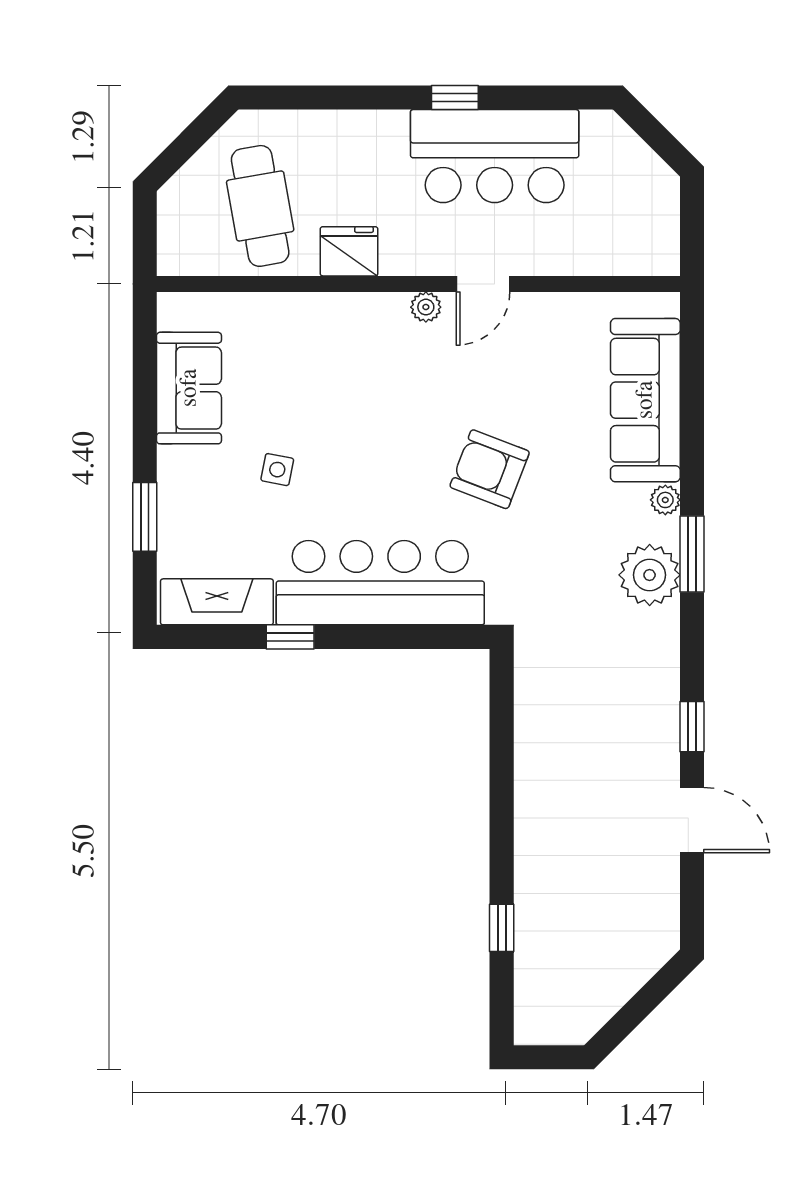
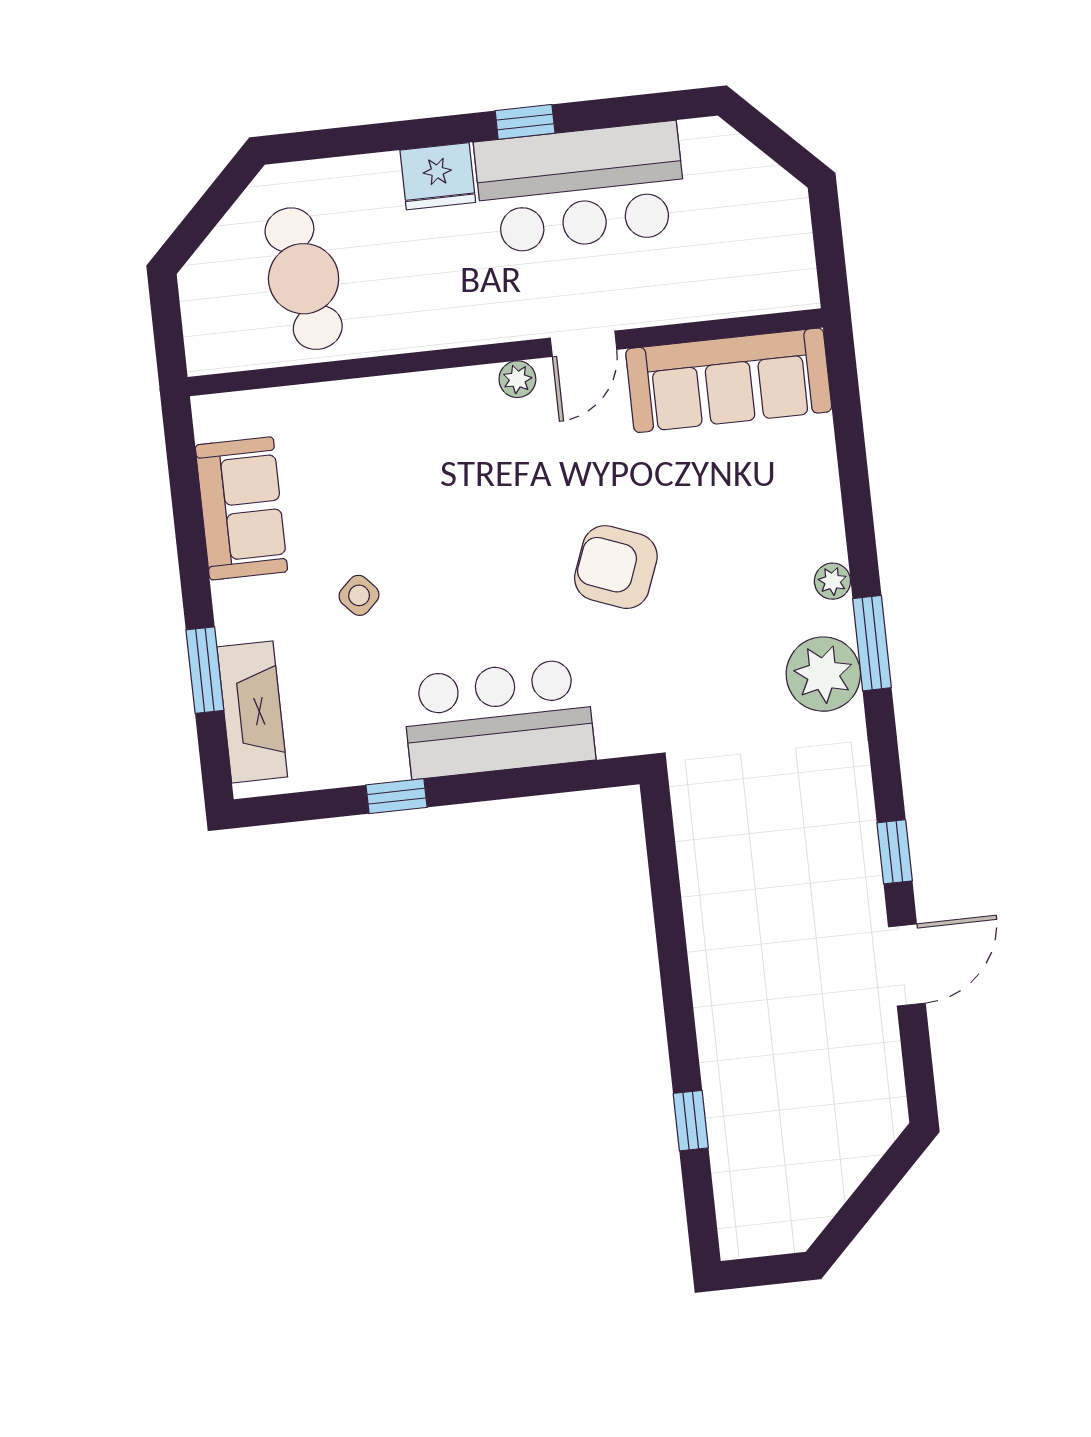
fridge: (349, 251) -> (438, 176), moved, turned 180
sofa: (645, 400) -> (729, 380), moved, turned -90
side table: (277, 470) -> (359, 595), turned 36
bar counter: (380, 583) -> (498, 719), width x0.73
fireplace: (217, 602) -> (252, 712), moved, turned 90
door: (692, 820) -> (907, 965), hinge flipped

